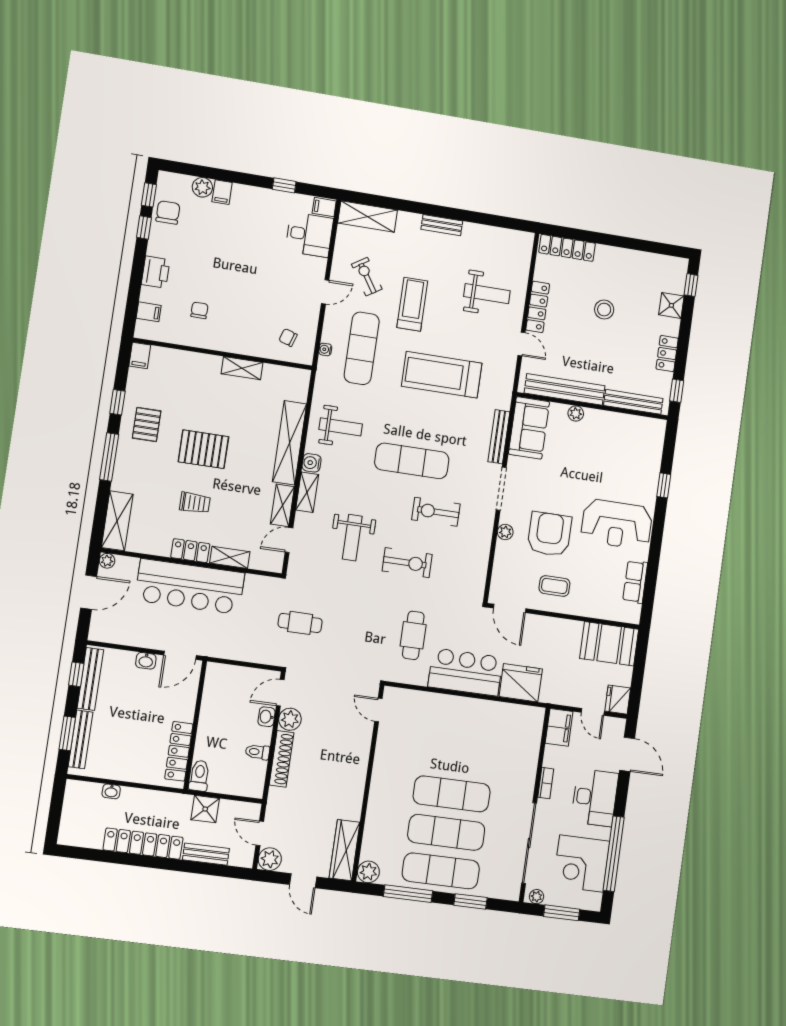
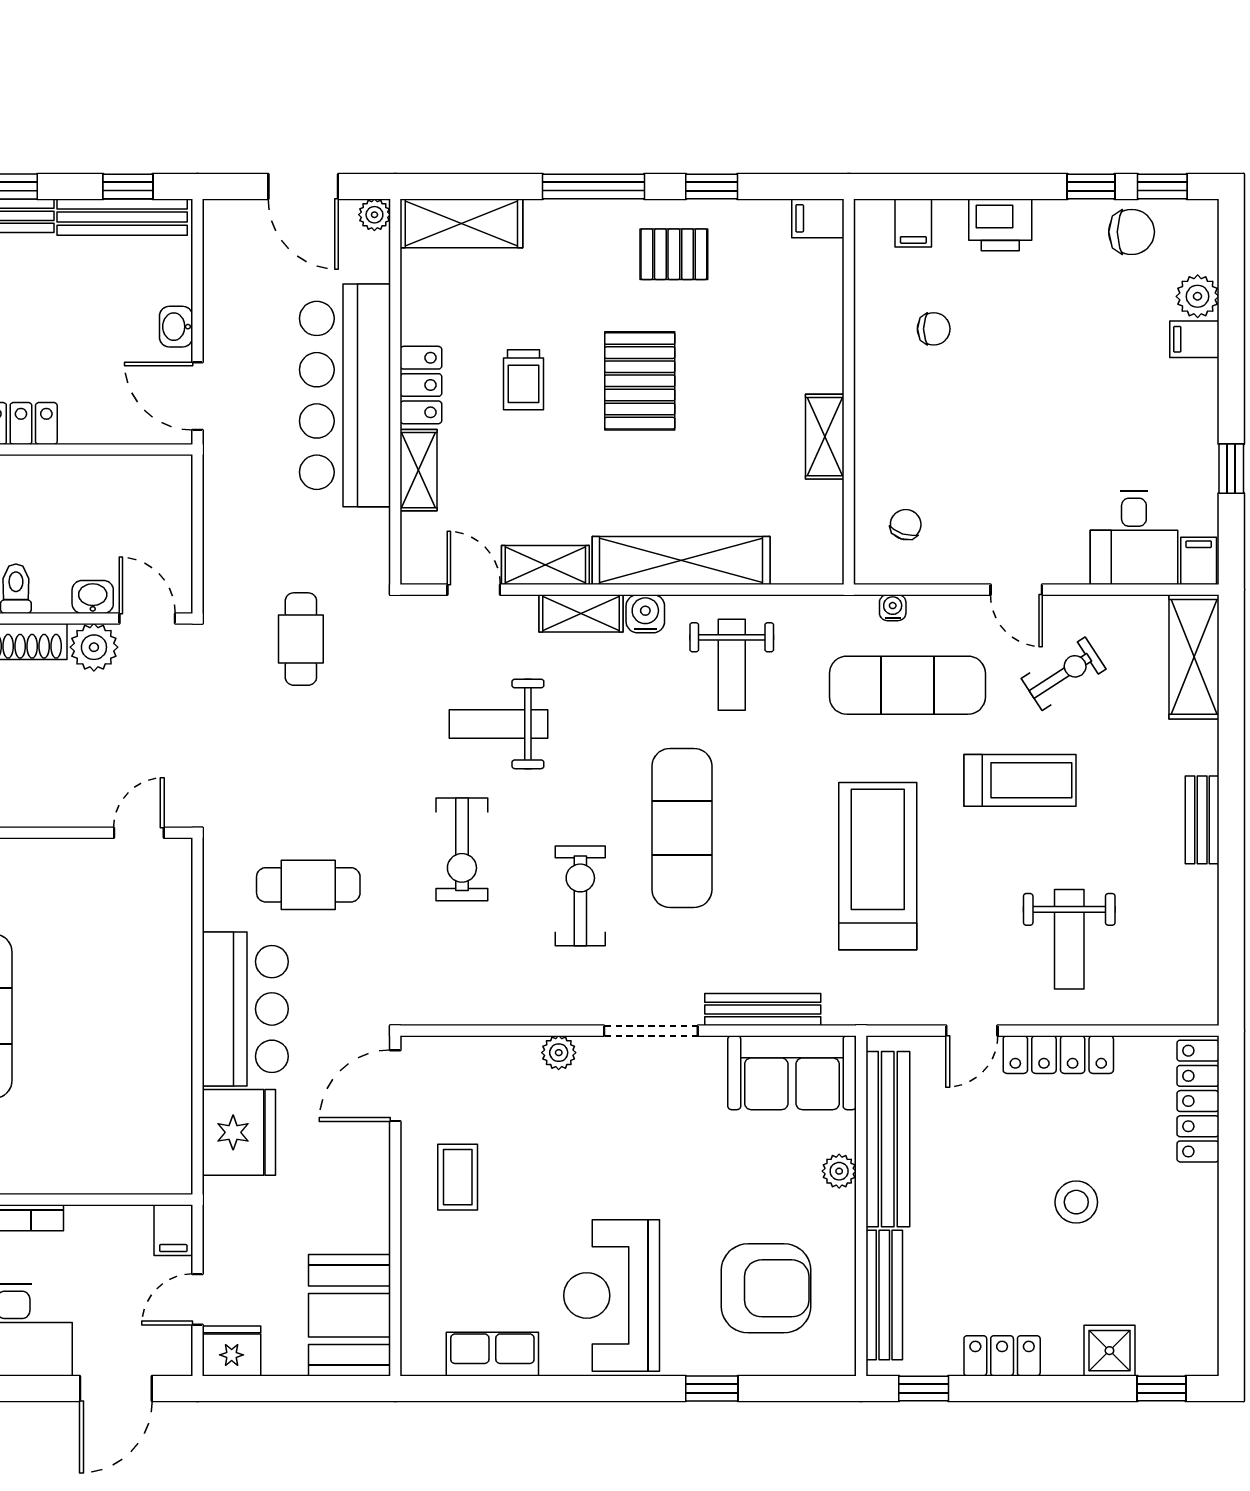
armchair: (549, 534) -> (766, 1288), moved
filing cabinet: (559, 727) -> (173, 1230), width x0.50

